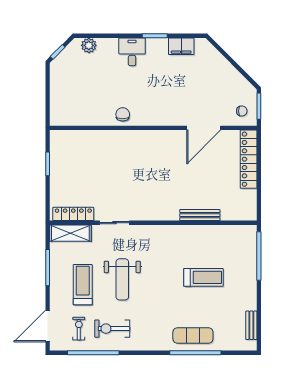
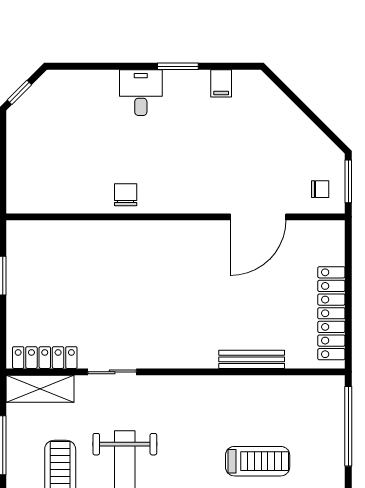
plant: (89, 45) -> (70, 82), removed
filing cabinet: (181, 46) -> (221, 83), width x0.50
locker: (249, 159) -> (331, 313), moved

